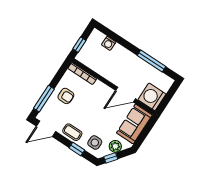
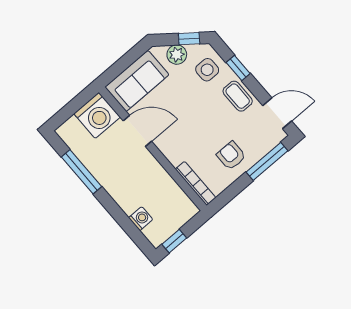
window: (79, 45) -> (174, 241), moved

